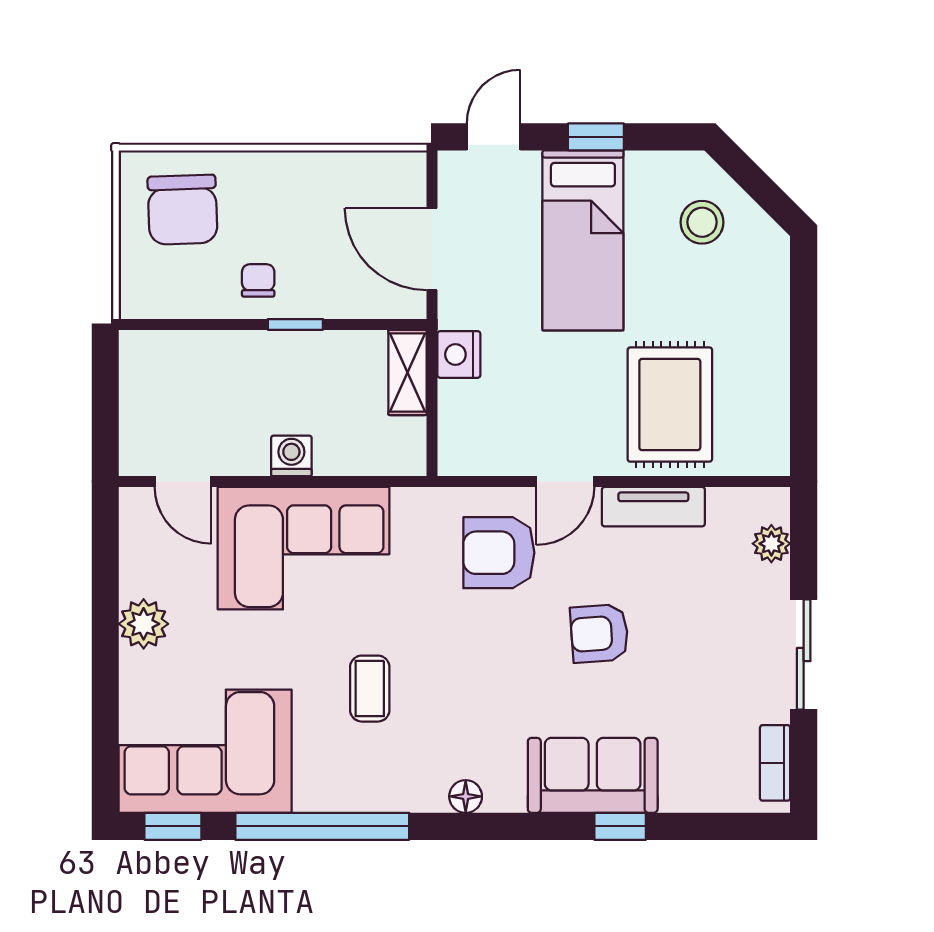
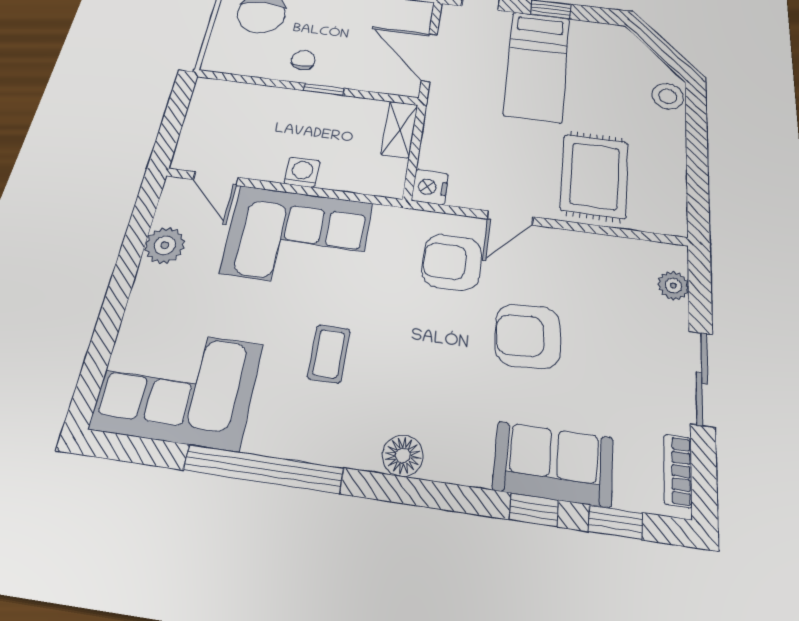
stool: (702, 222) -> (668, 96), moved
nightstand: (459, 354) -> (430, 187), moved
tv unit: (653, 507) -> (578, 245), removed
plant: (144, 624) -> (165, 245), moved
armchair: (599, 633) -> (528, 336), width x1.38, depth x1.38
sofa: (593, 775) -> (553, 464), moved
floor lamp: (466, 796) -> (403, 456), width x1.37, depth x1.37
window: (173, 826) -> (615, 522), moved

